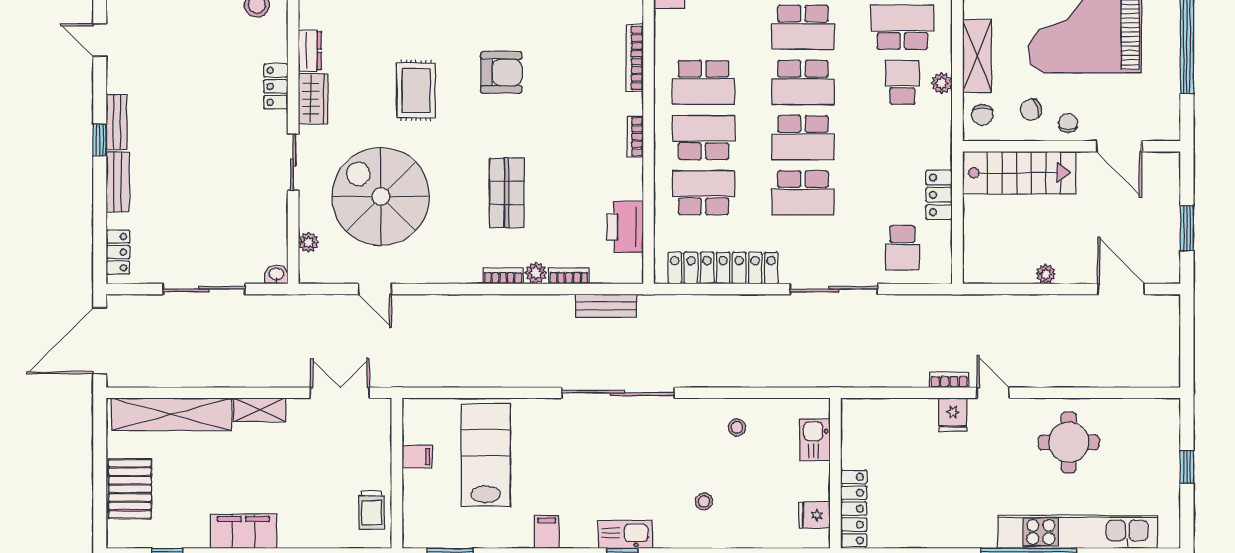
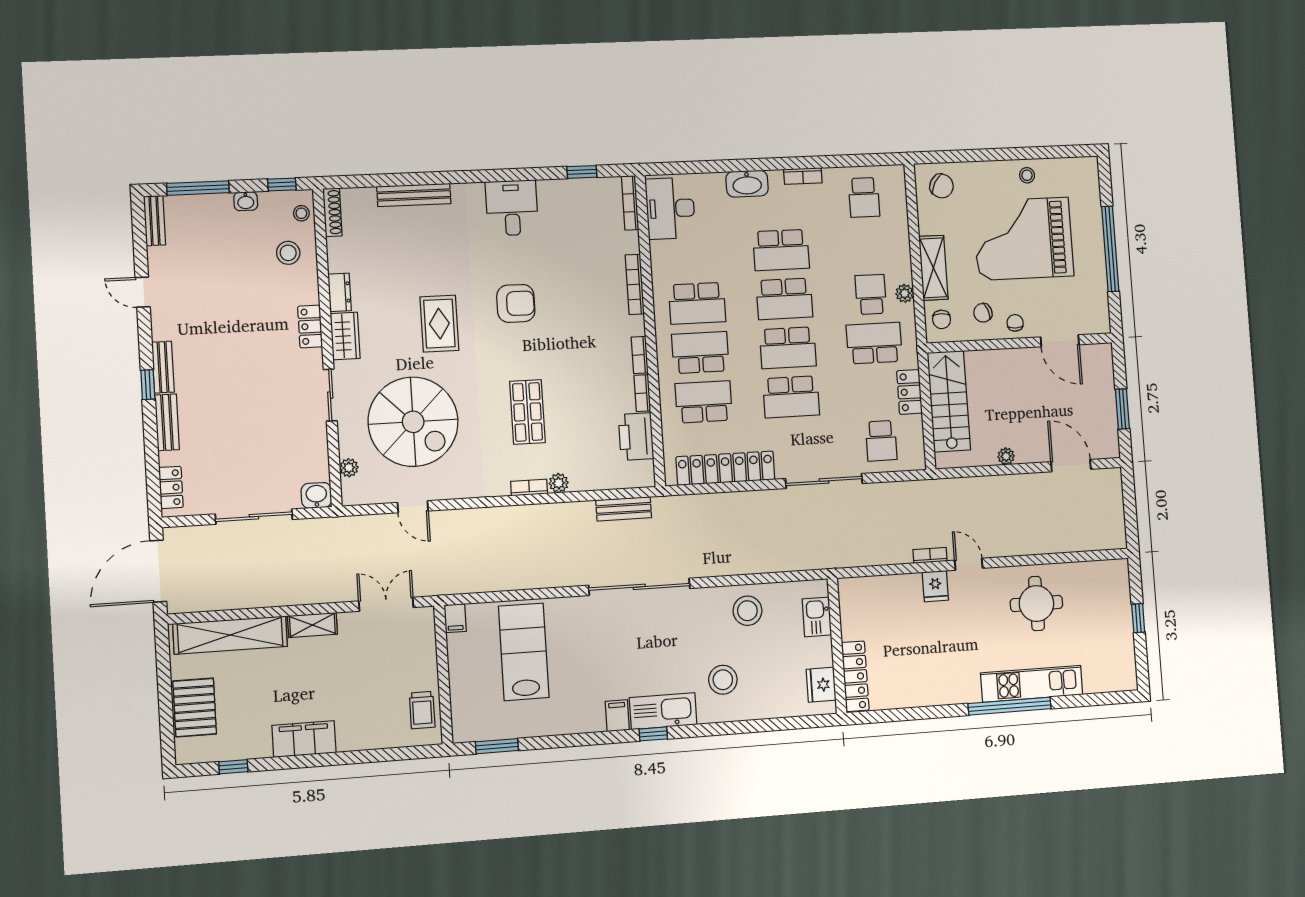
school desk: (902, 27) -> (874, 343), moved
stairs: (1019, 173) -> (949, 401), moved, turned -90
spiral stairs: (381, 196) -> (413, 422), turned 180
washbasin: (276, 274) -> (316, 495), width x1.38, depth x1.45
bookcase: (569, 276) -> (642, 393), moved, turned -90
stool: (737, 427) -> (747, 611), width x1.89, depth x1.89
filing cabinet: (417, 457) -> (455, 618), moved, turned 90
stool: (704, 501) -> (723, 680), width x1.89, depth x1.89
fridge: (814, 515) -> (821, 685), width x1.38
filing cabinet: (547, 532) -> (617, 716), moved
kitchen unit: (1078, 532) -> (1032, 684), width x0.73
kitchen sink: (625, 534) -> (663, 711), width x1.36, depth x1.24

